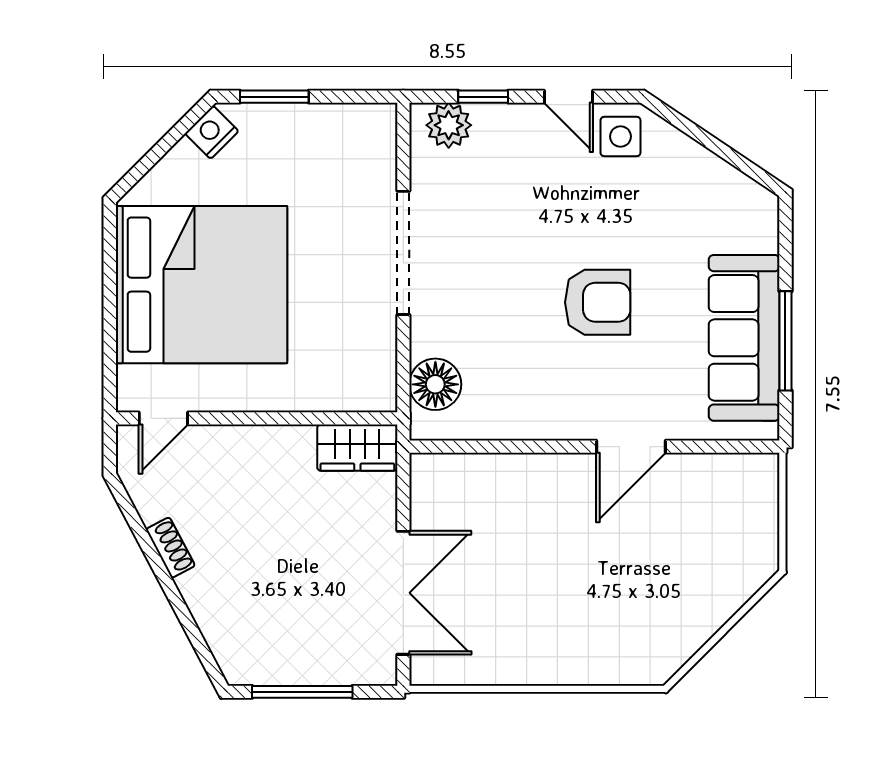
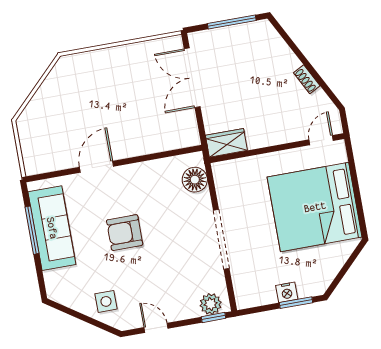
window: (483, 97) -> (213, 317), moved
nightstand: (212, 132) -> (287, 292), moved, turned 45
side table: (620, 136) -> (106, 301), moved

